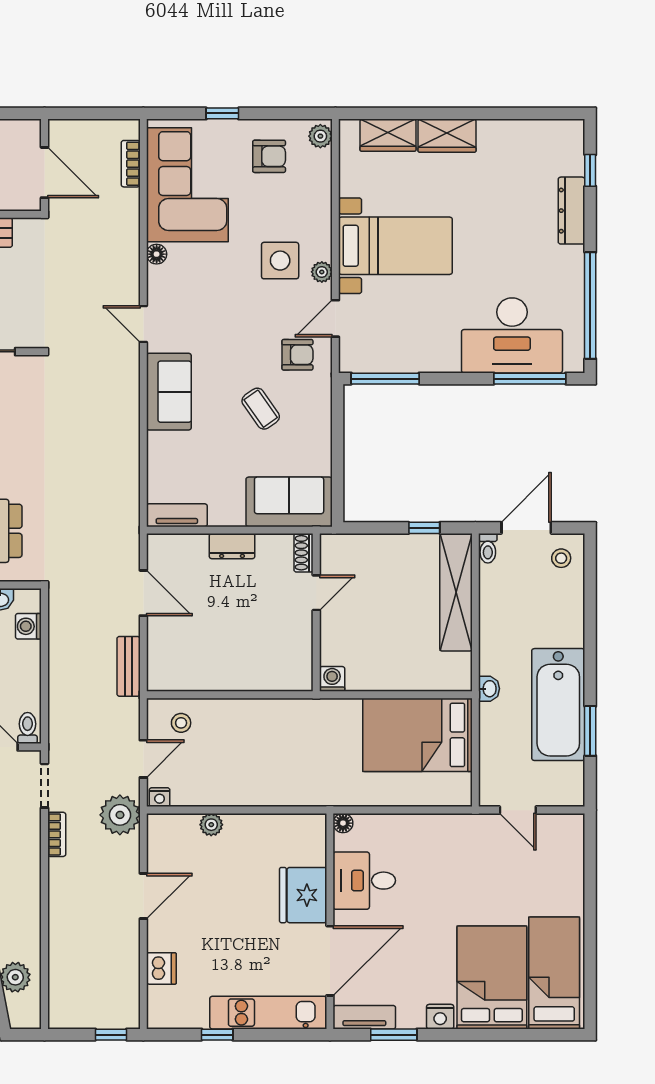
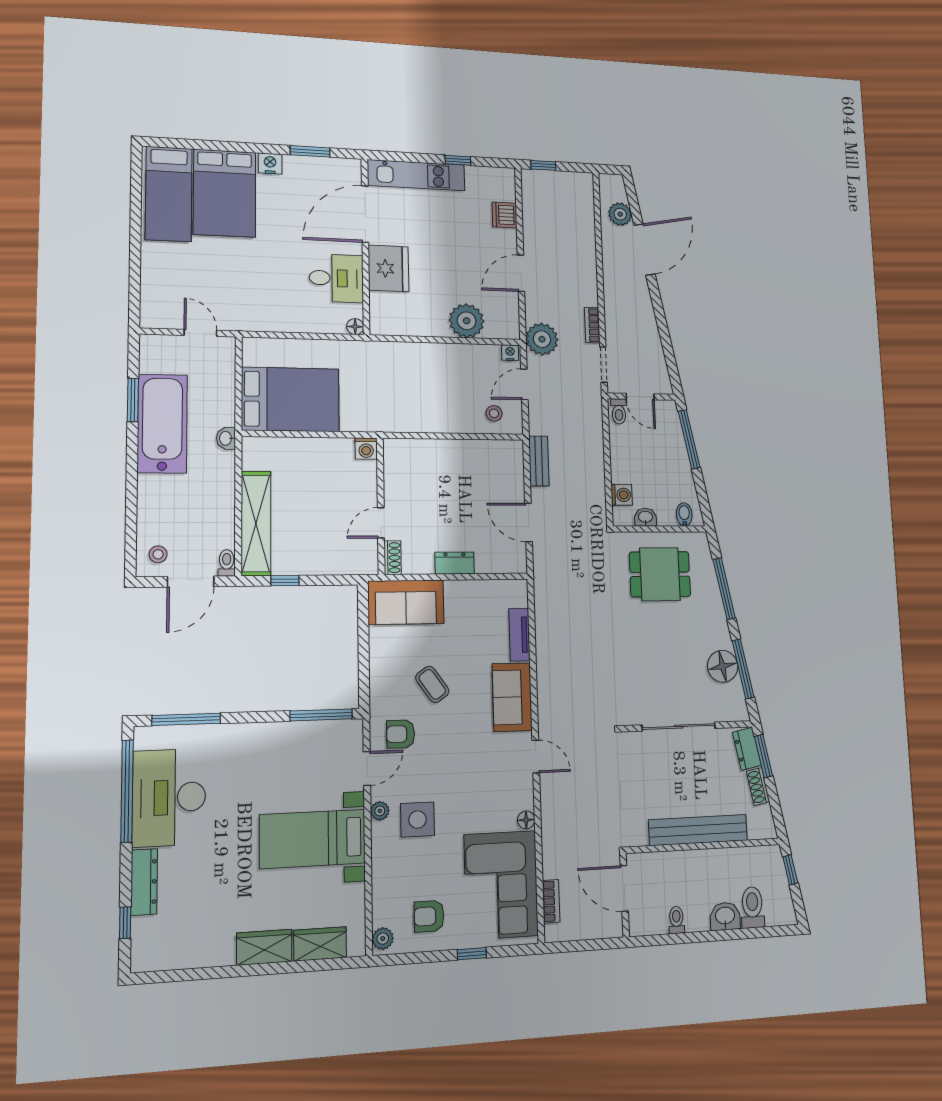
desk: (512, 335) -> (169, 797), moved, turned -90
tv unit: (177, 515) -> (519, 635), moved, turned 90
plant: (211, 825) -> (467, 321), width x1.88, depth x1.88
tv unit: (364, 1017) -> (335, 167), removed

